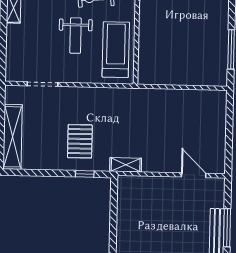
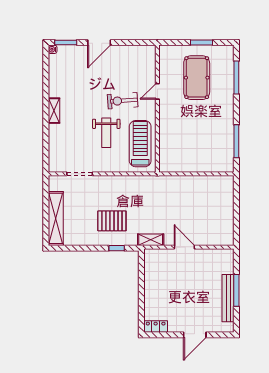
pallet: (80, 141) -> (112, 221), turned 90
door: (194, 175) -> (184, 247), moved

